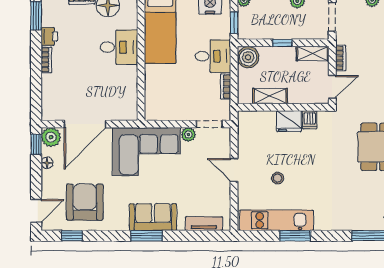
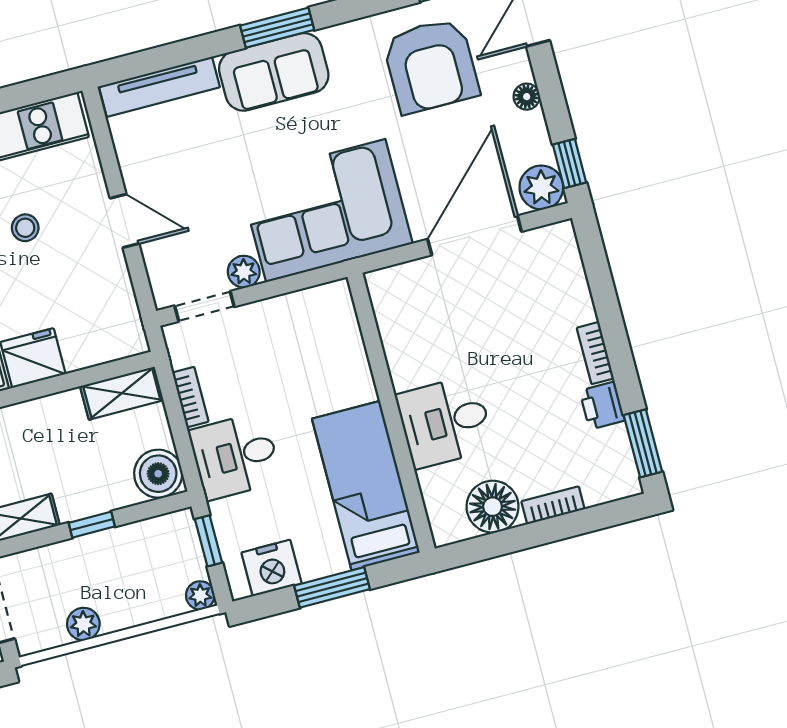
shelving: (270, 96) -> (122, 393), moved
floor lamp: (47, 163) -> (527, 97), moved
tv unit: (204, 224) -> (159, 87), width x1.41

